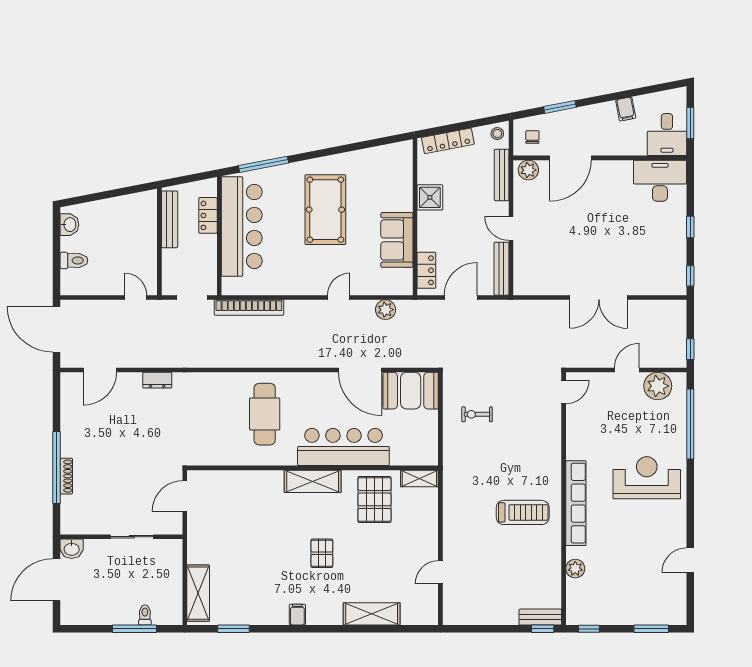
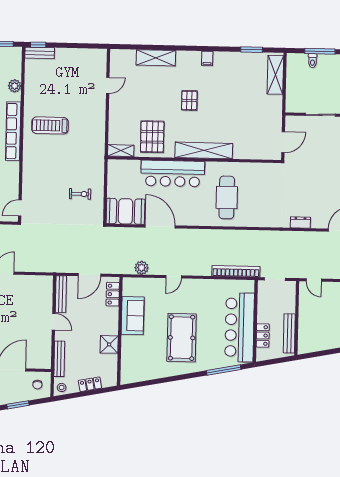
locker: (448, 141) -> (90, 384), width x0.66
plant: (528, 170) -> (41, 362), removed
shelving: (313, 481) -> (204, 150), width x1.47

